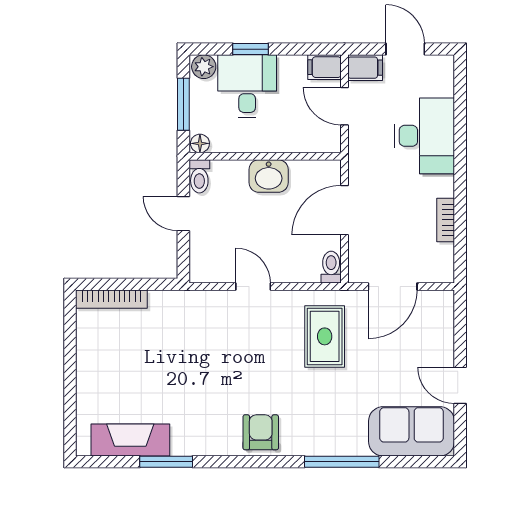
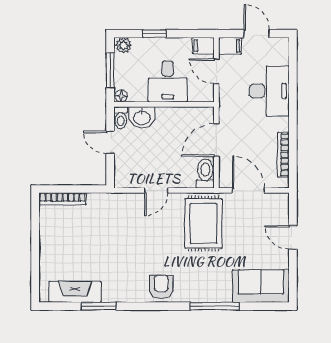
desk: (247, 86) -> (168, 81), moved, turned 180
washbasin: (269, 176) -> (142, 117), moved
bookcase: (446, 220) -> (283, 155), width x1.56
toilet: (331, 267) -> (205, 174), width x1.37, depth x1.39
door: (253, 287) -> (156, 190), swing flipped
door: (393, 287) -> (248, 190), swing flipped
rug: (325, 336) -> (203, 223), width x1.36, depth x1.43
door: (460, 385) -> (293, 237), moved

